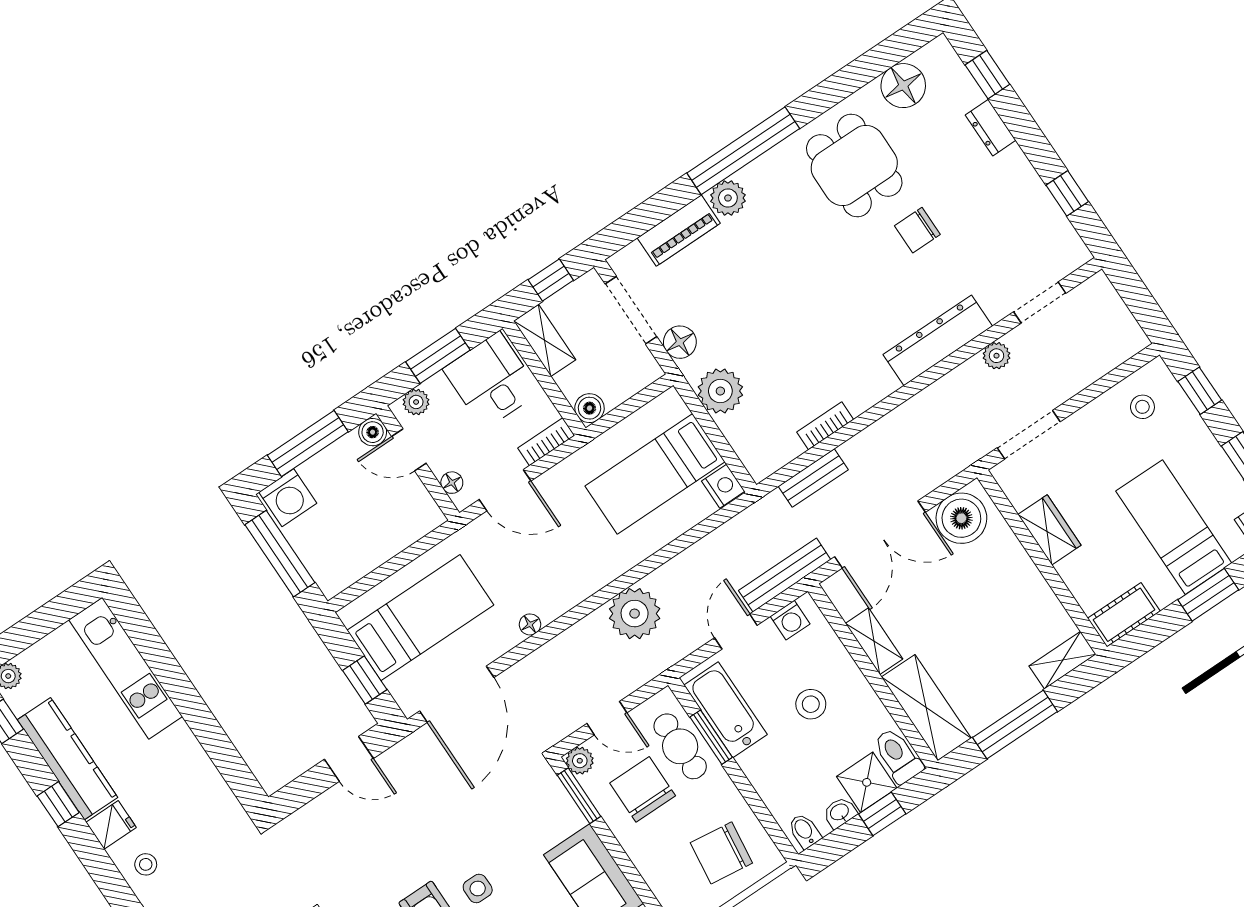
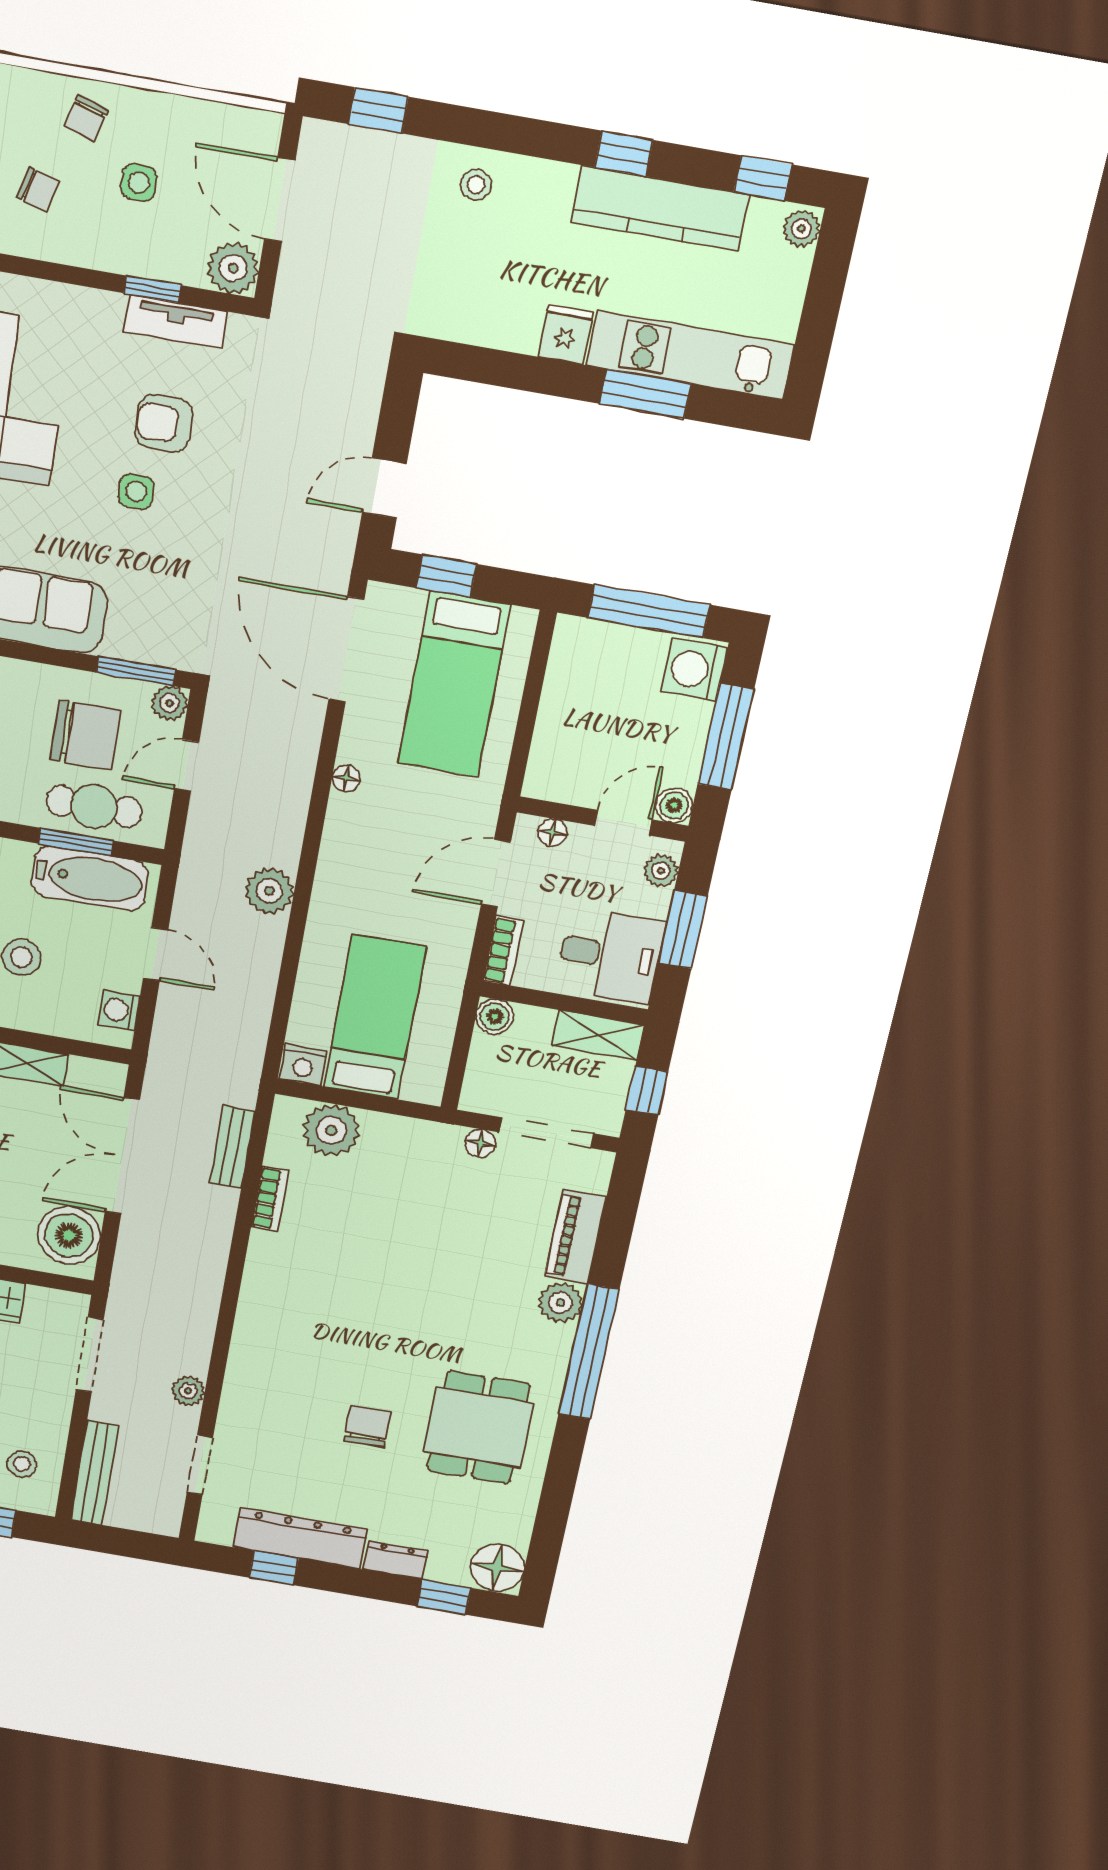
floor lamp: (903, 86) -> (497, 1568), moved
dining table: (854, 165) -> (479, 1427), turned 90
dresser: (938, 340) -> (300, 1538), moved, turned -90
floor lamp: (680, 342) -> (480, 1143), width x0.73, depth x0.73
plant: (720, 391) -> (331, 1130), moved
bench: (785, 575) -> (94, 1473), moved
plant: (635, 614) -> (269, 891), width x0.73, depth x0.73
window: (168, 671) -> (645, 394), added
fridge: (111, 825) -> (566, 334), moved, turned 180

